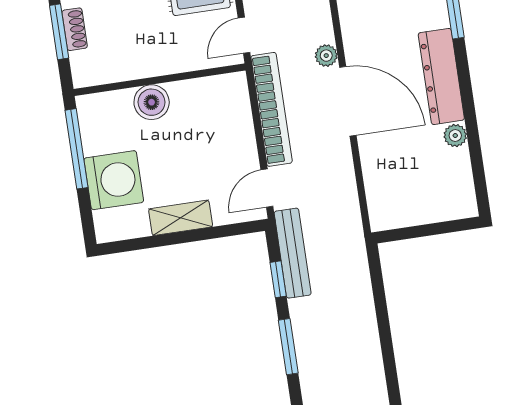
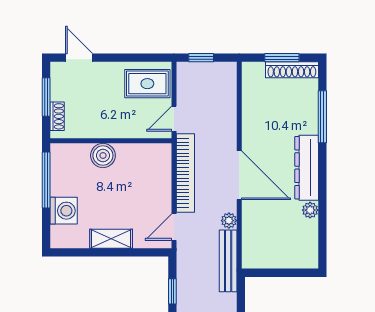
shoe rack: (75, 29) -> (57, 116), moved
plant: (326, 56) -> (229, 221), moved
washing machine: (114, 180) -> (64, 211), width x0.73, depth x0.73
bench: (293, 253) -> (228, 261), moved

